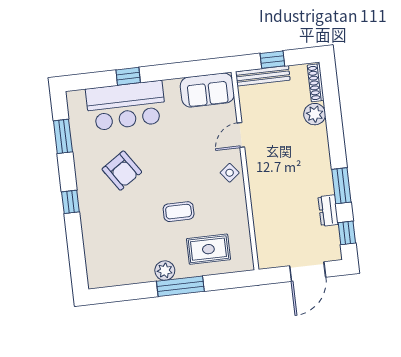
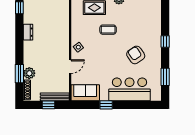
window: (128, 76) -> (106, 105), moved
window: (341, 186) -> (19, 74), moved
dresser: (328, 211) -> (28, 32), moved

